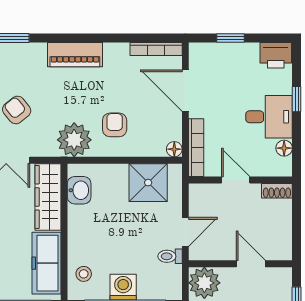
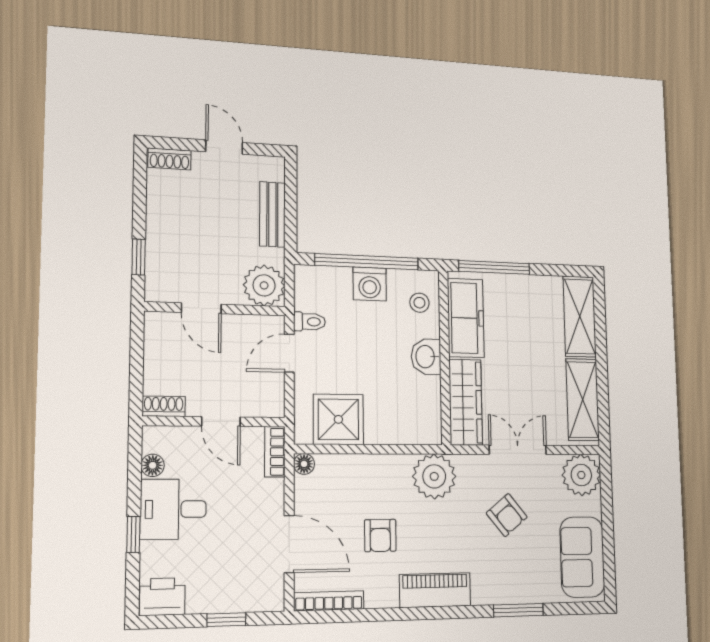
armchair: (115, 125) -> (380, 535), moved
bookcase: (196, 148) -> (275, 452), width x0.64
washbasin: (79, 190) -> (426, 357), moved

